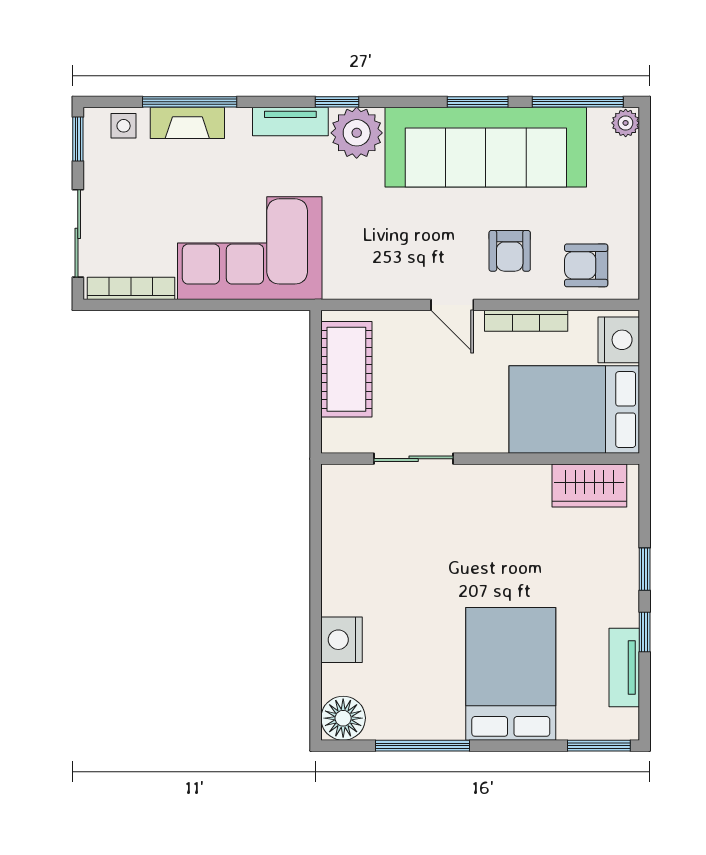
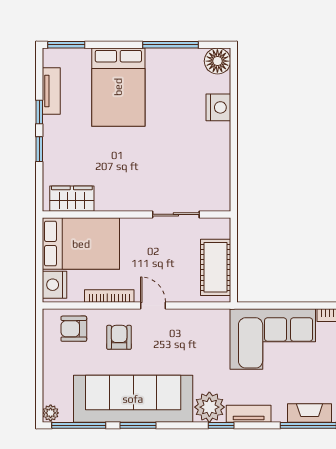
armchair: (586, 265) -> (74, 329), turned 180

